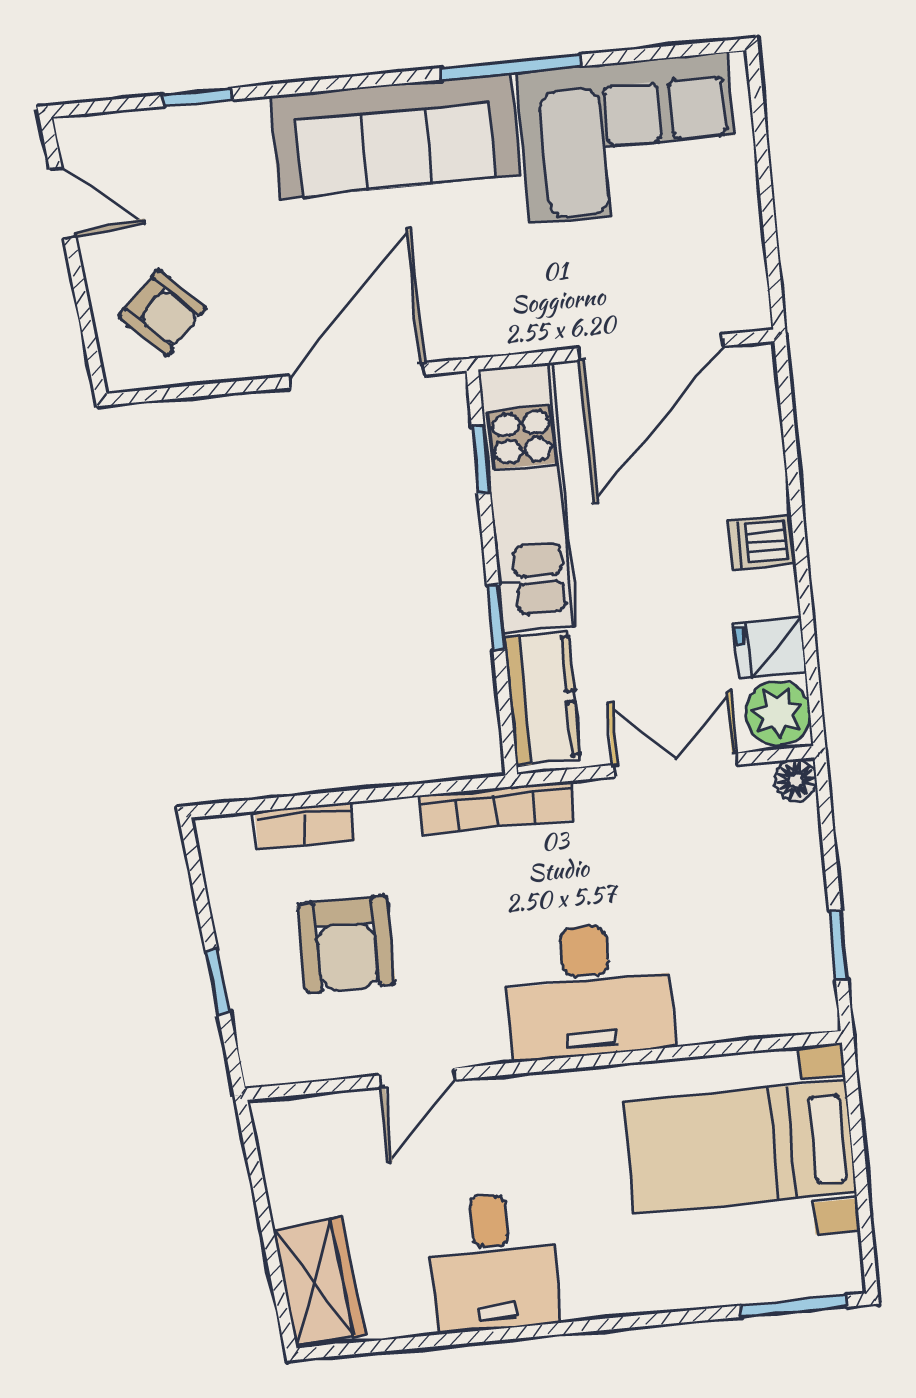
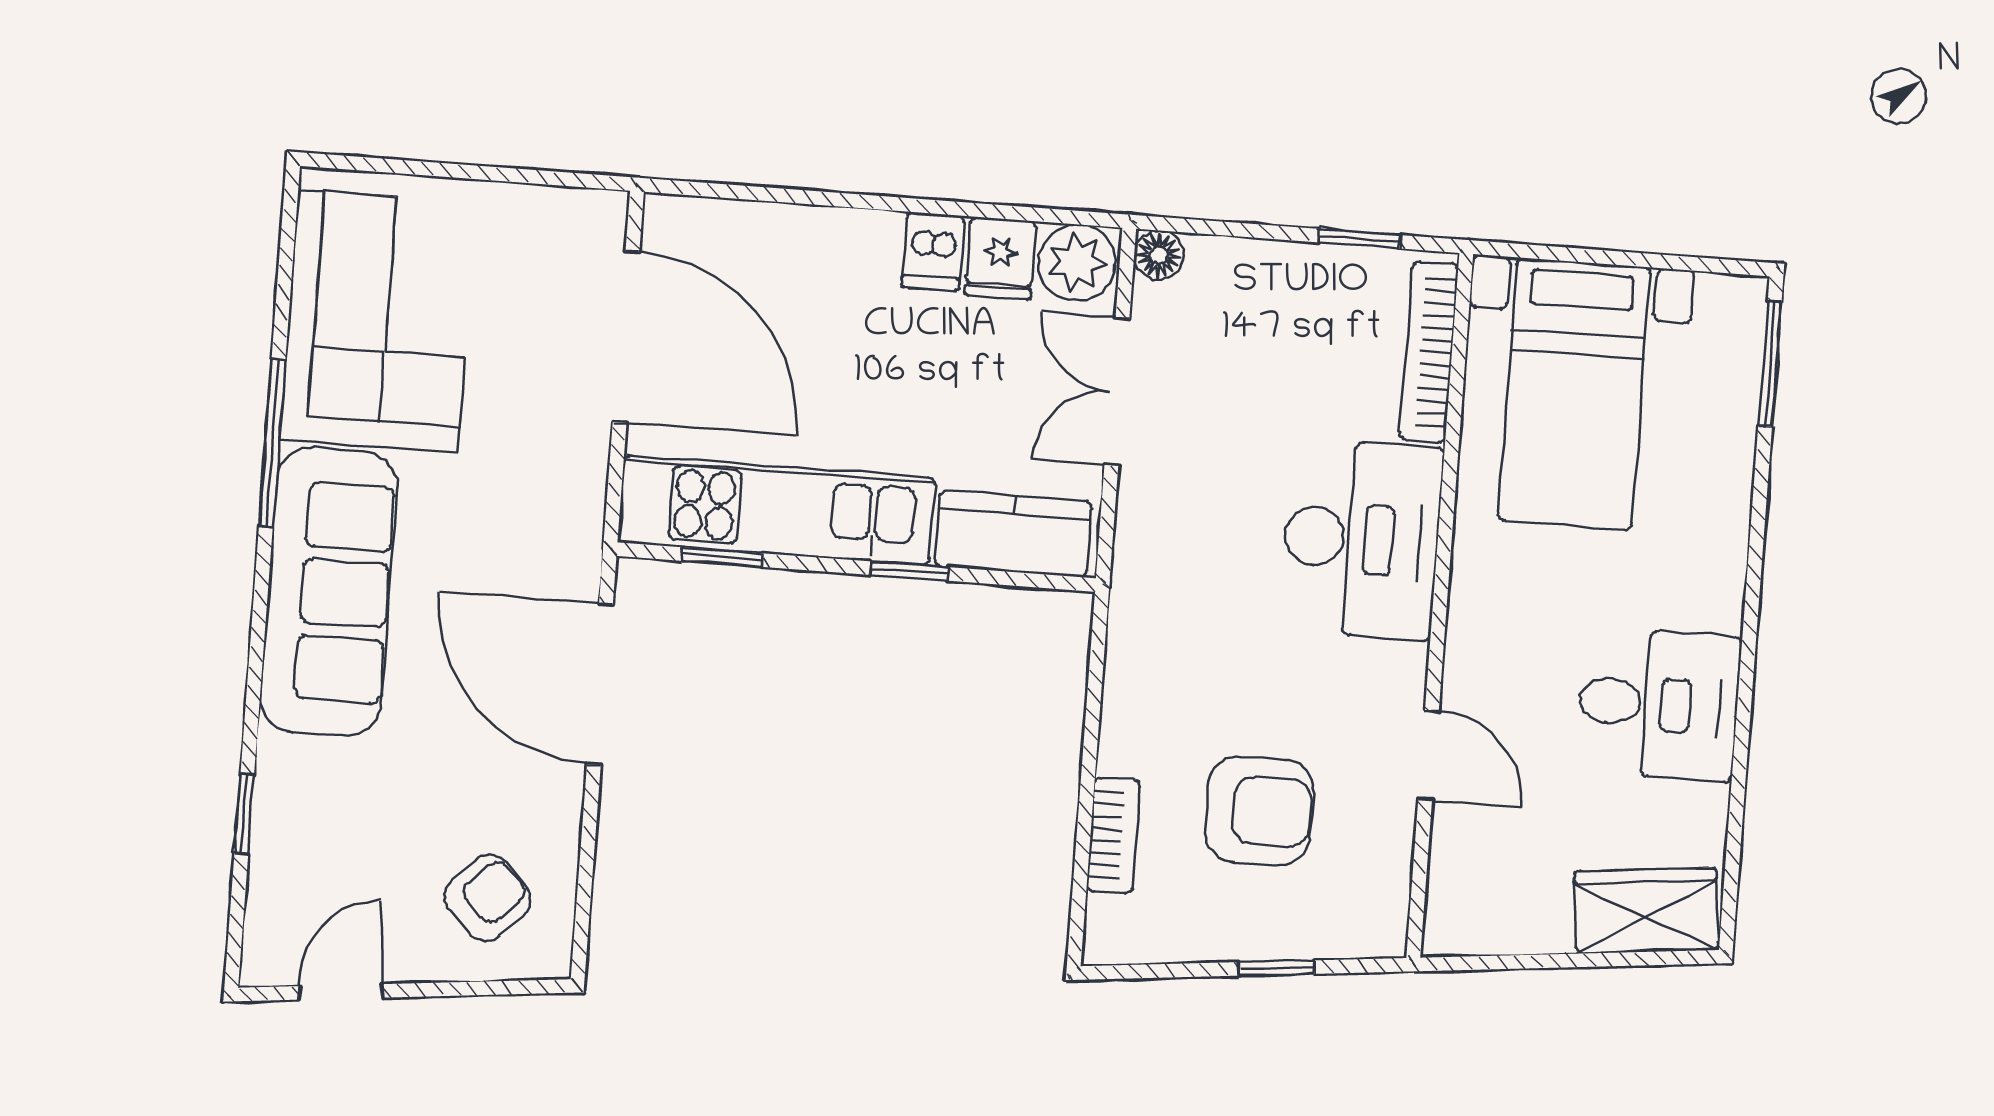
dishwasher: (762, 542) -> (933, 251), moved
bookcase: (497, 807) -> (1429, 352), moved, turned 180

